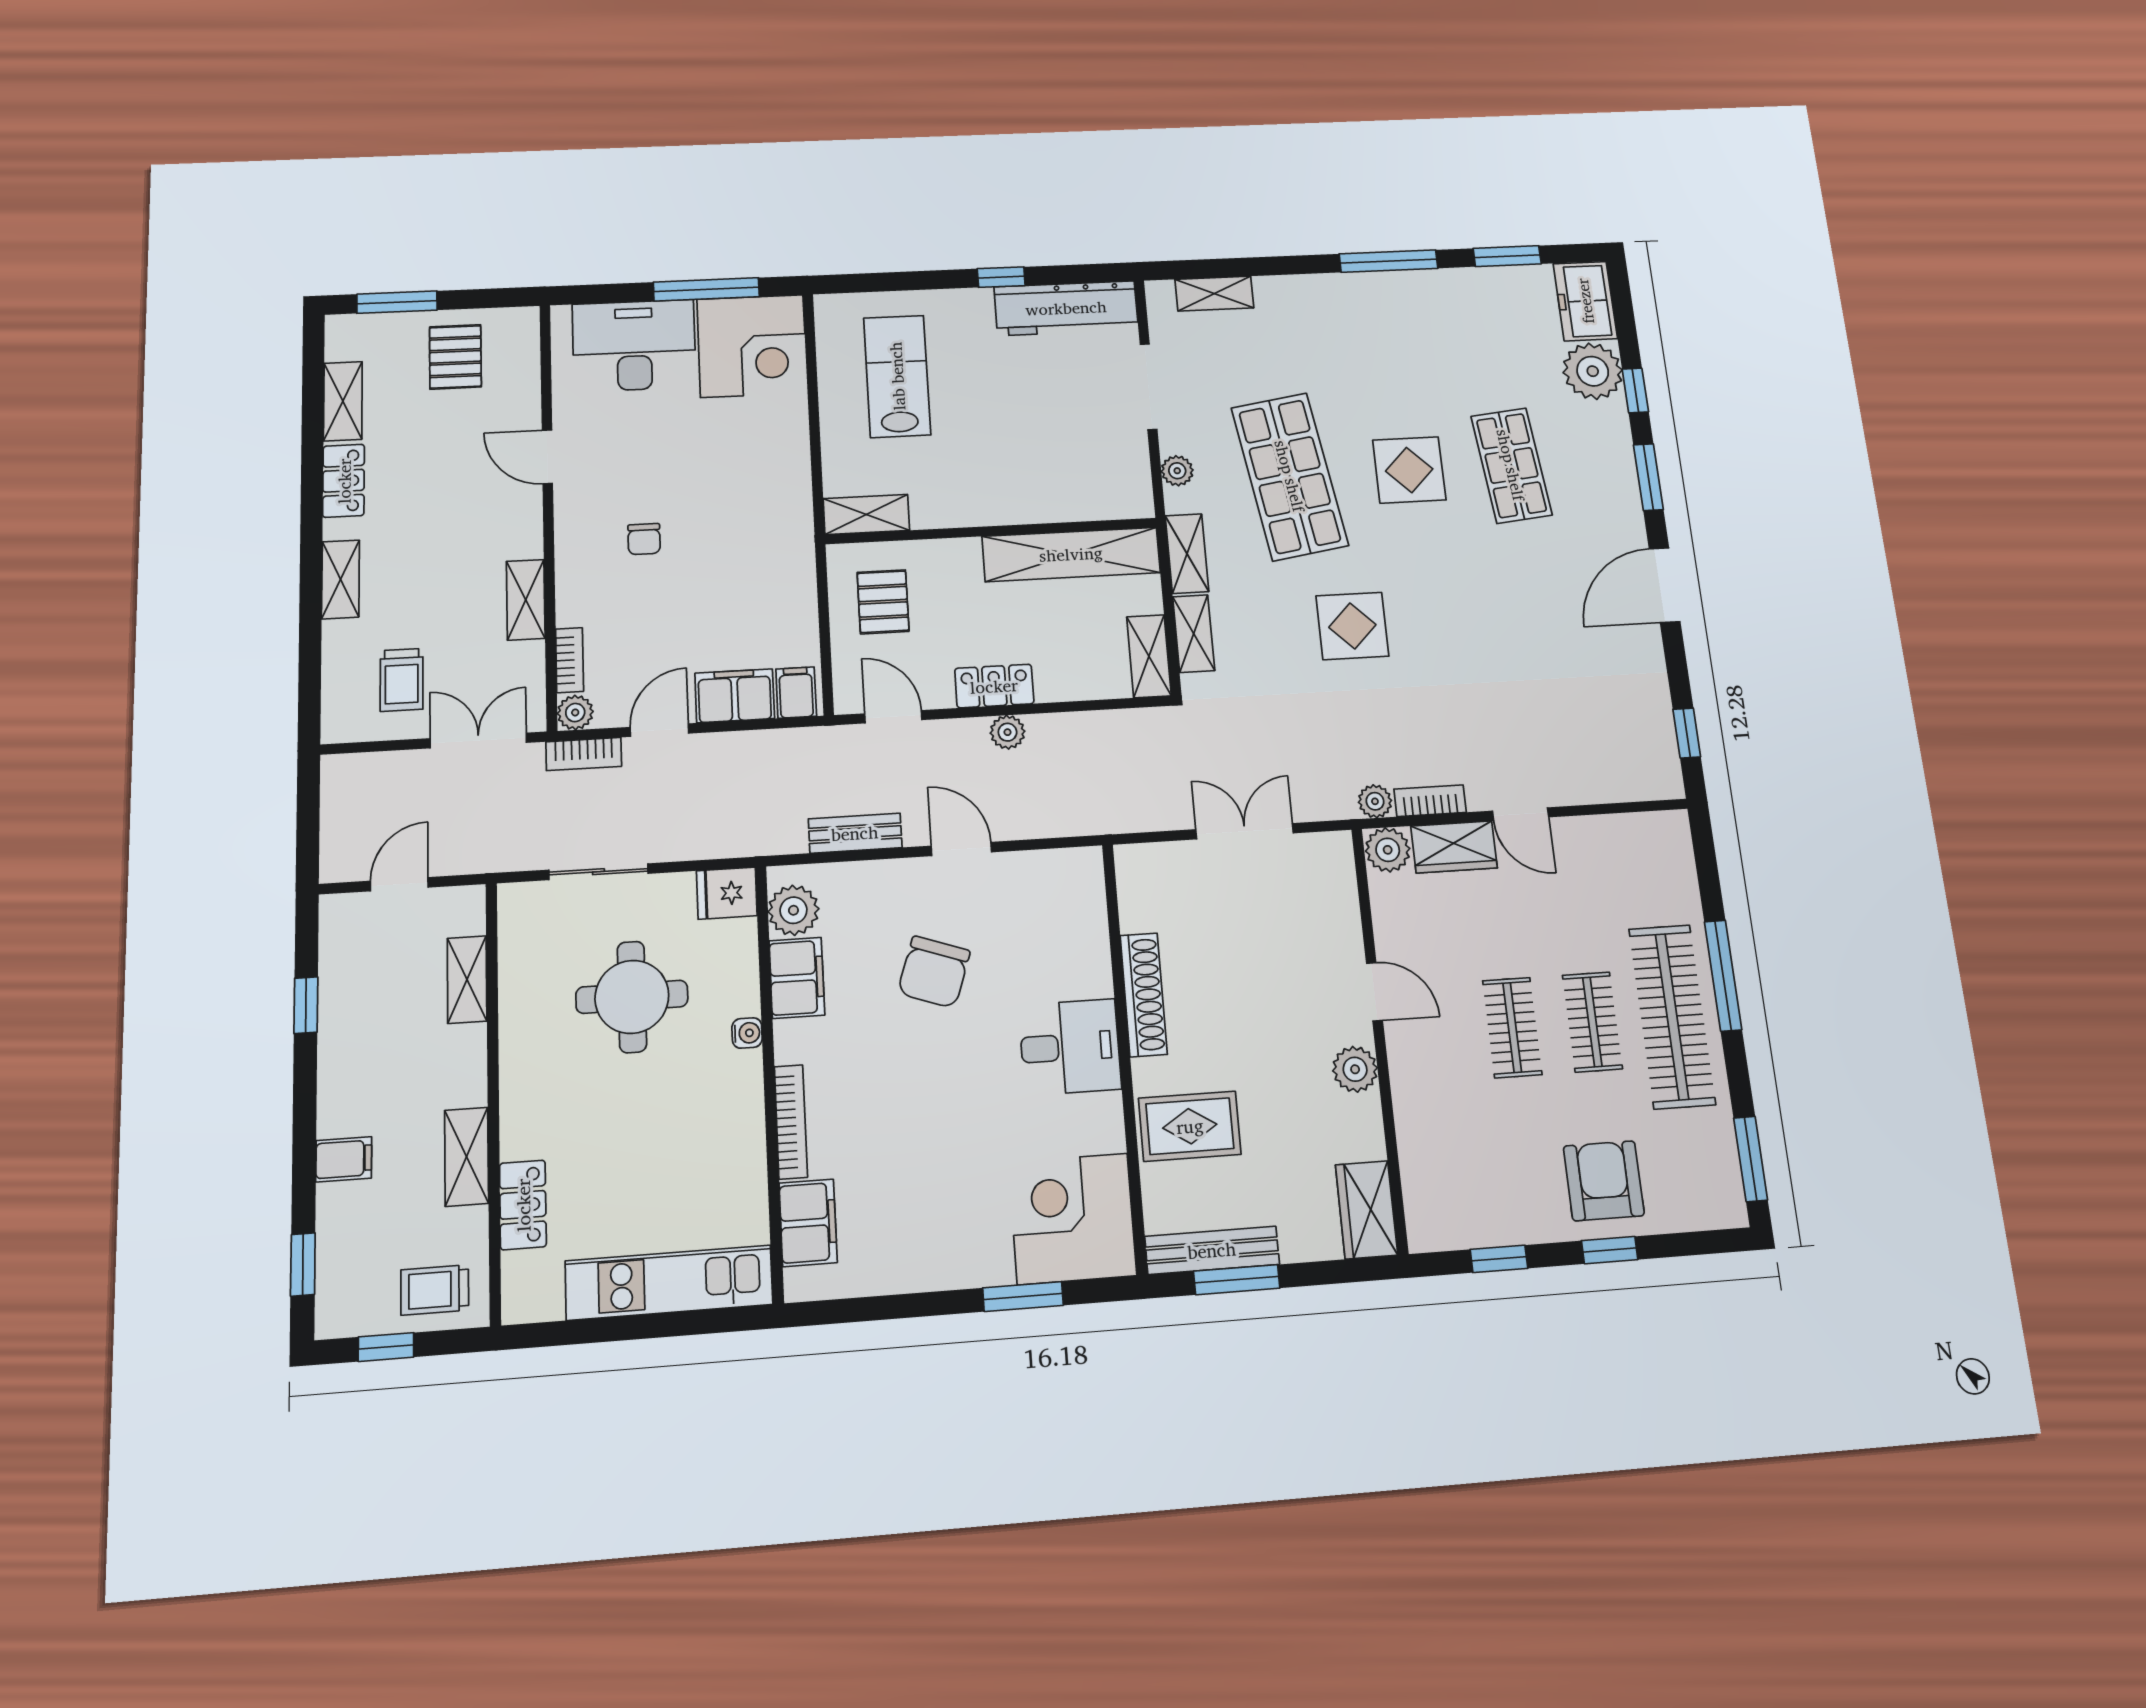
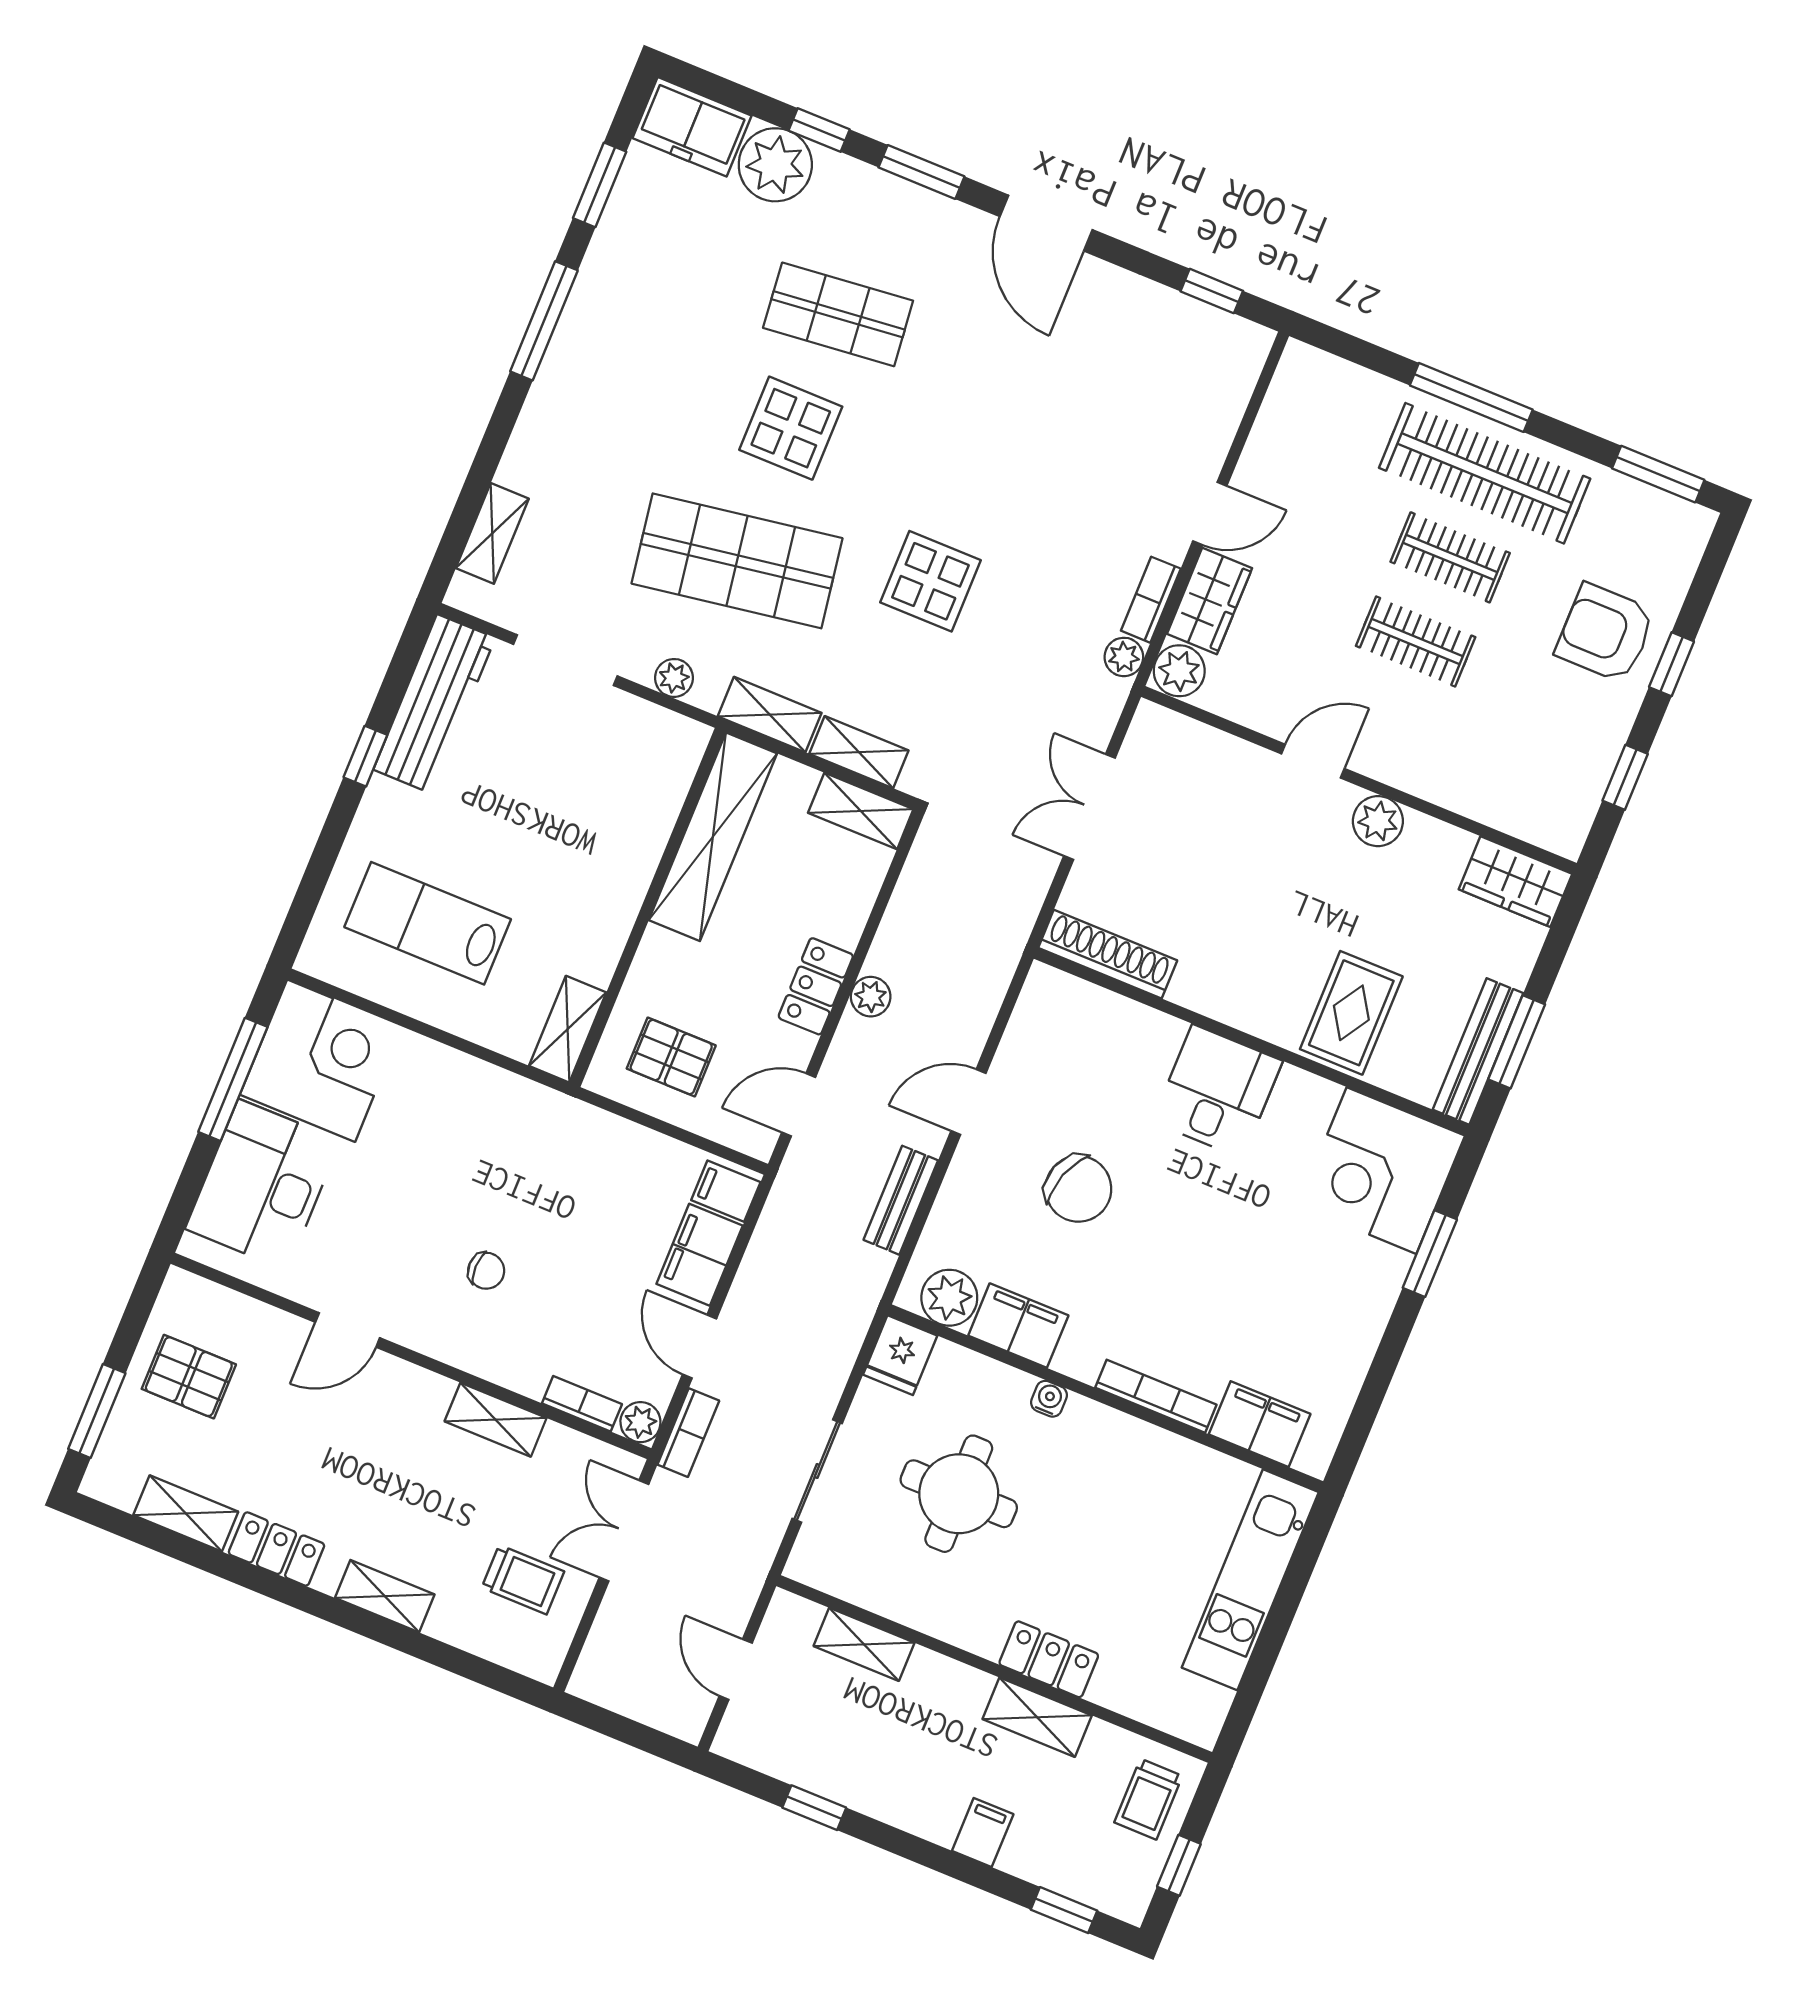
shoe rack: (1144, 995) -> (1108, 954), moved
locker: (523, 1205) -> (1049, 1659), moved

